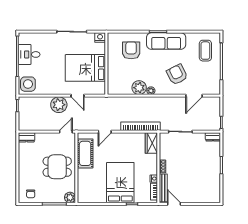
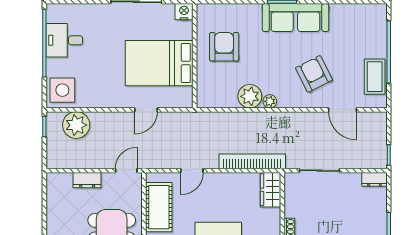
armchair: (131, 50) -> (224, 47), moved
coffee table: (205, 51) -> (375, 77), moved
door: (78, 96) -> (146, 110), hinge flipped
door: (194, 96) -> (343, 110), hinge flipped
plant: (59, 105) -> (76, 125), moved
dresser: (26, 137) -> (87, 180), moved

